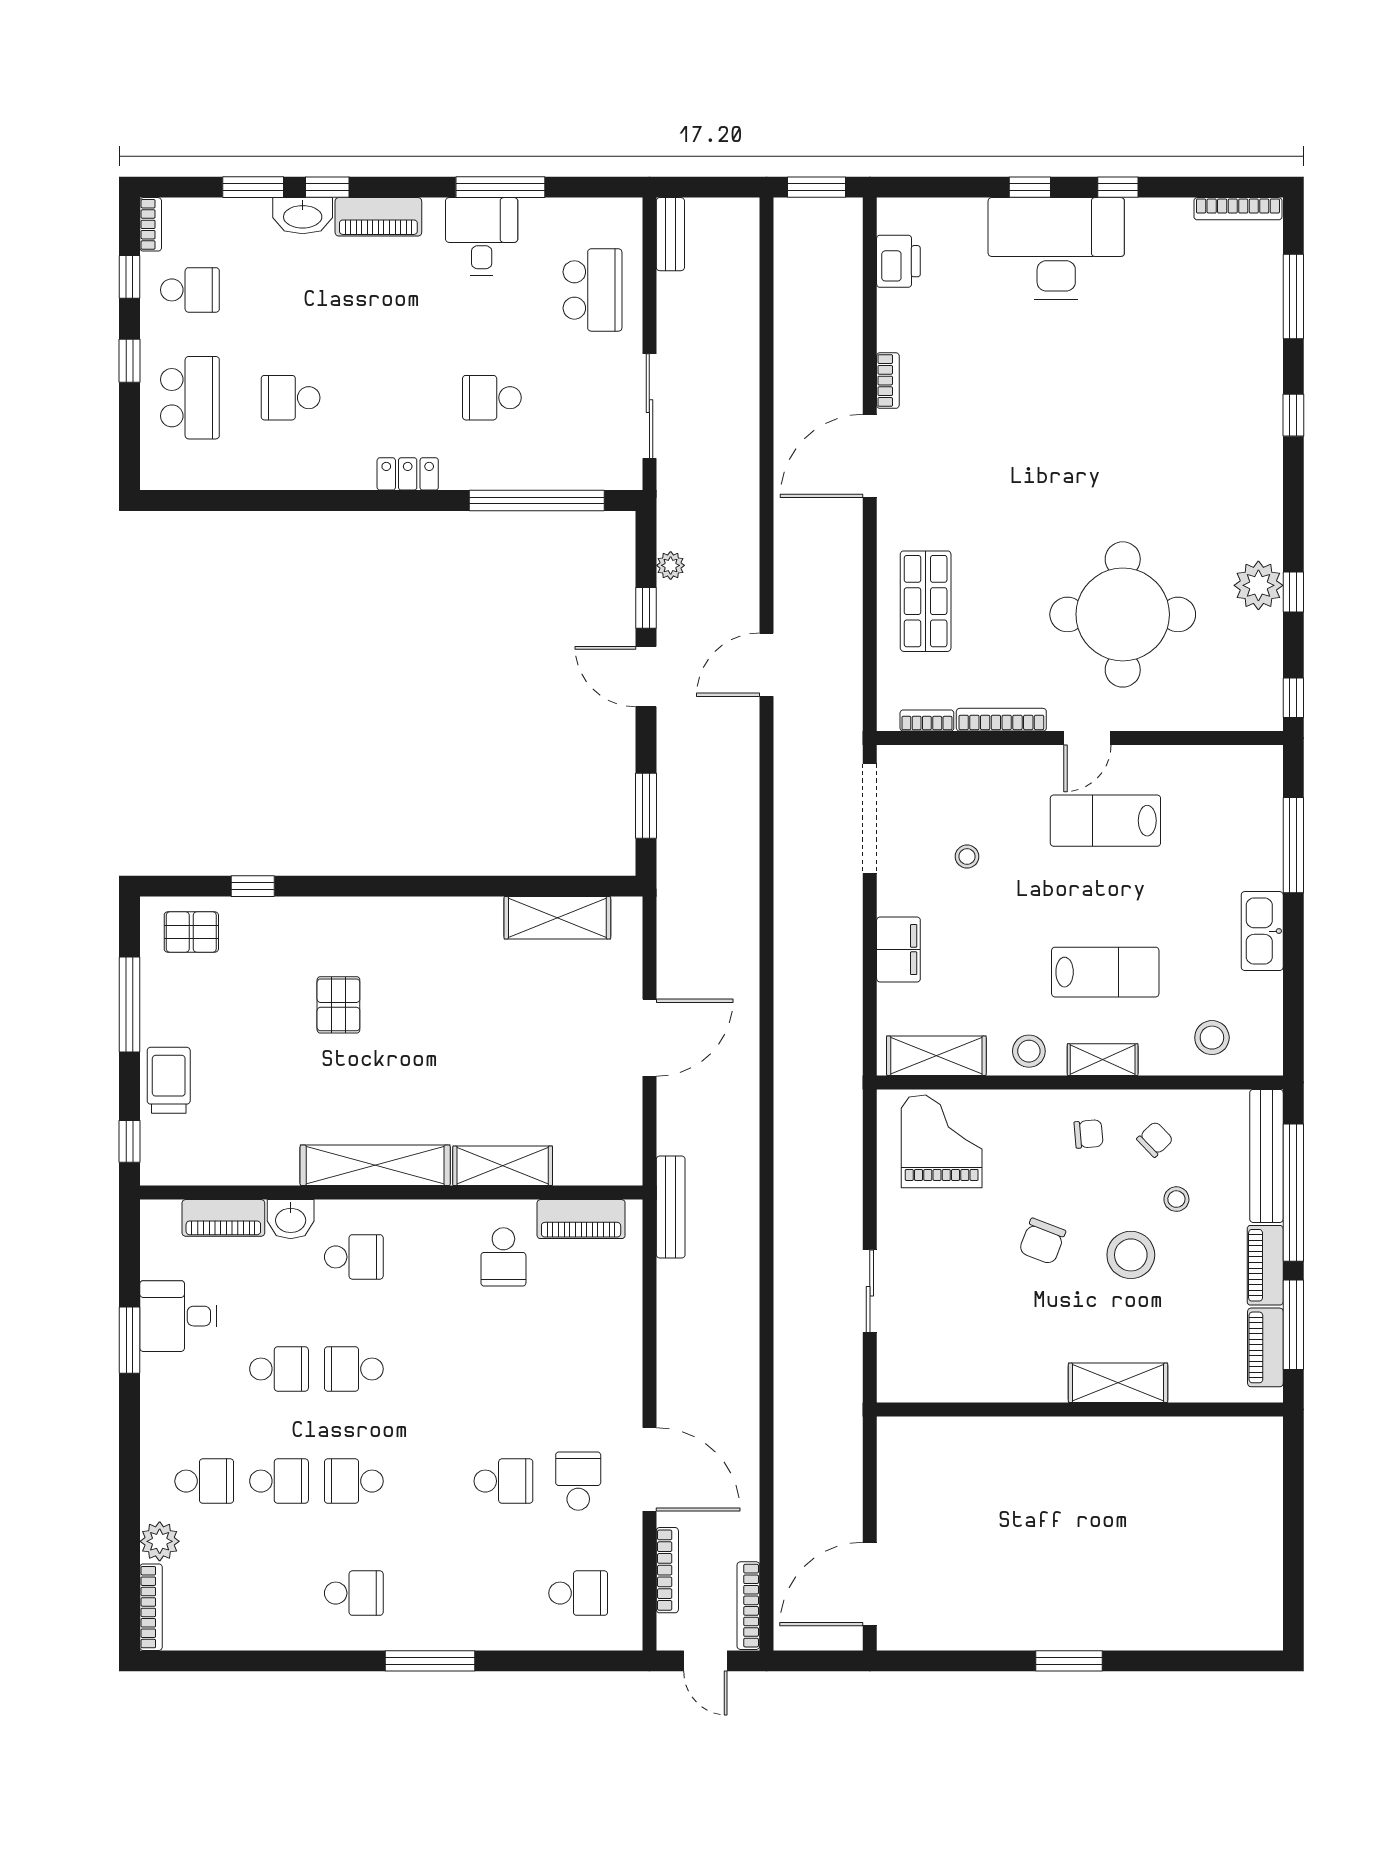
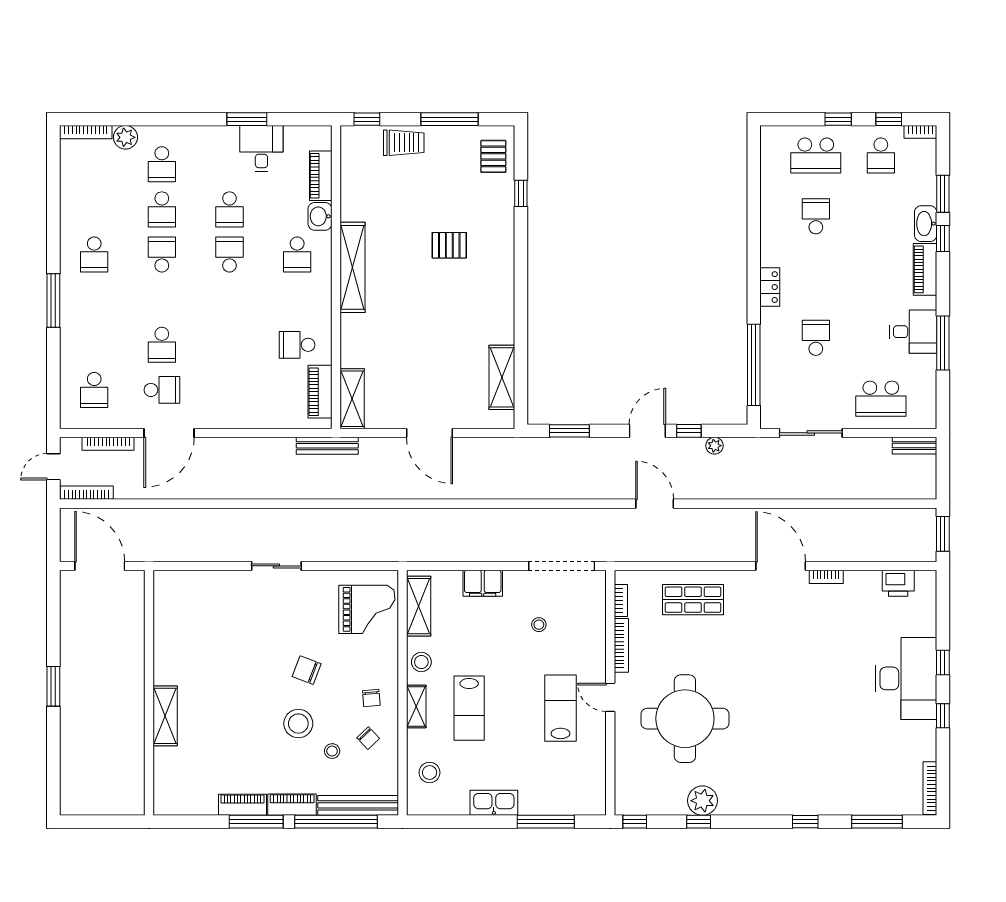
shelving: (503, 1166) -> (352, 399), moved
shelving: (1118, 1383) -> (165, 716), moved
wall: (1080, 1410) -> (149, 693), moved

